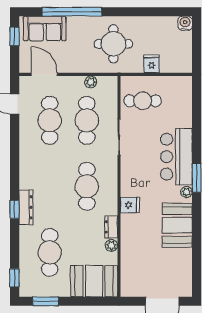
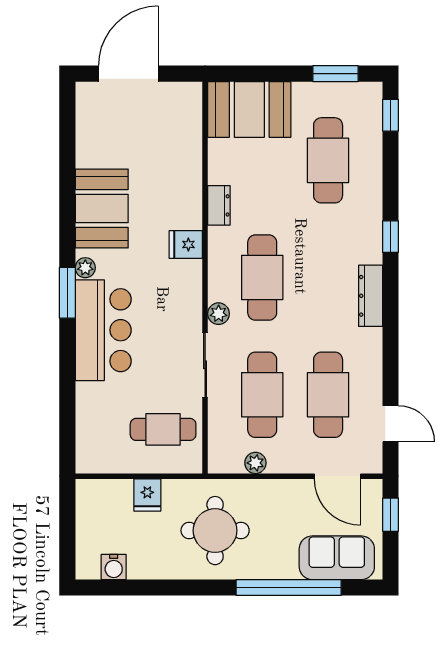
water cooler: (185, 23) -> (114, 567), moved
window: (15, 36) -> (391, 515), moved
dresser: (26, 207) -> (371, 296), moved
plant: (111, 245) -> (219, 314), moved

